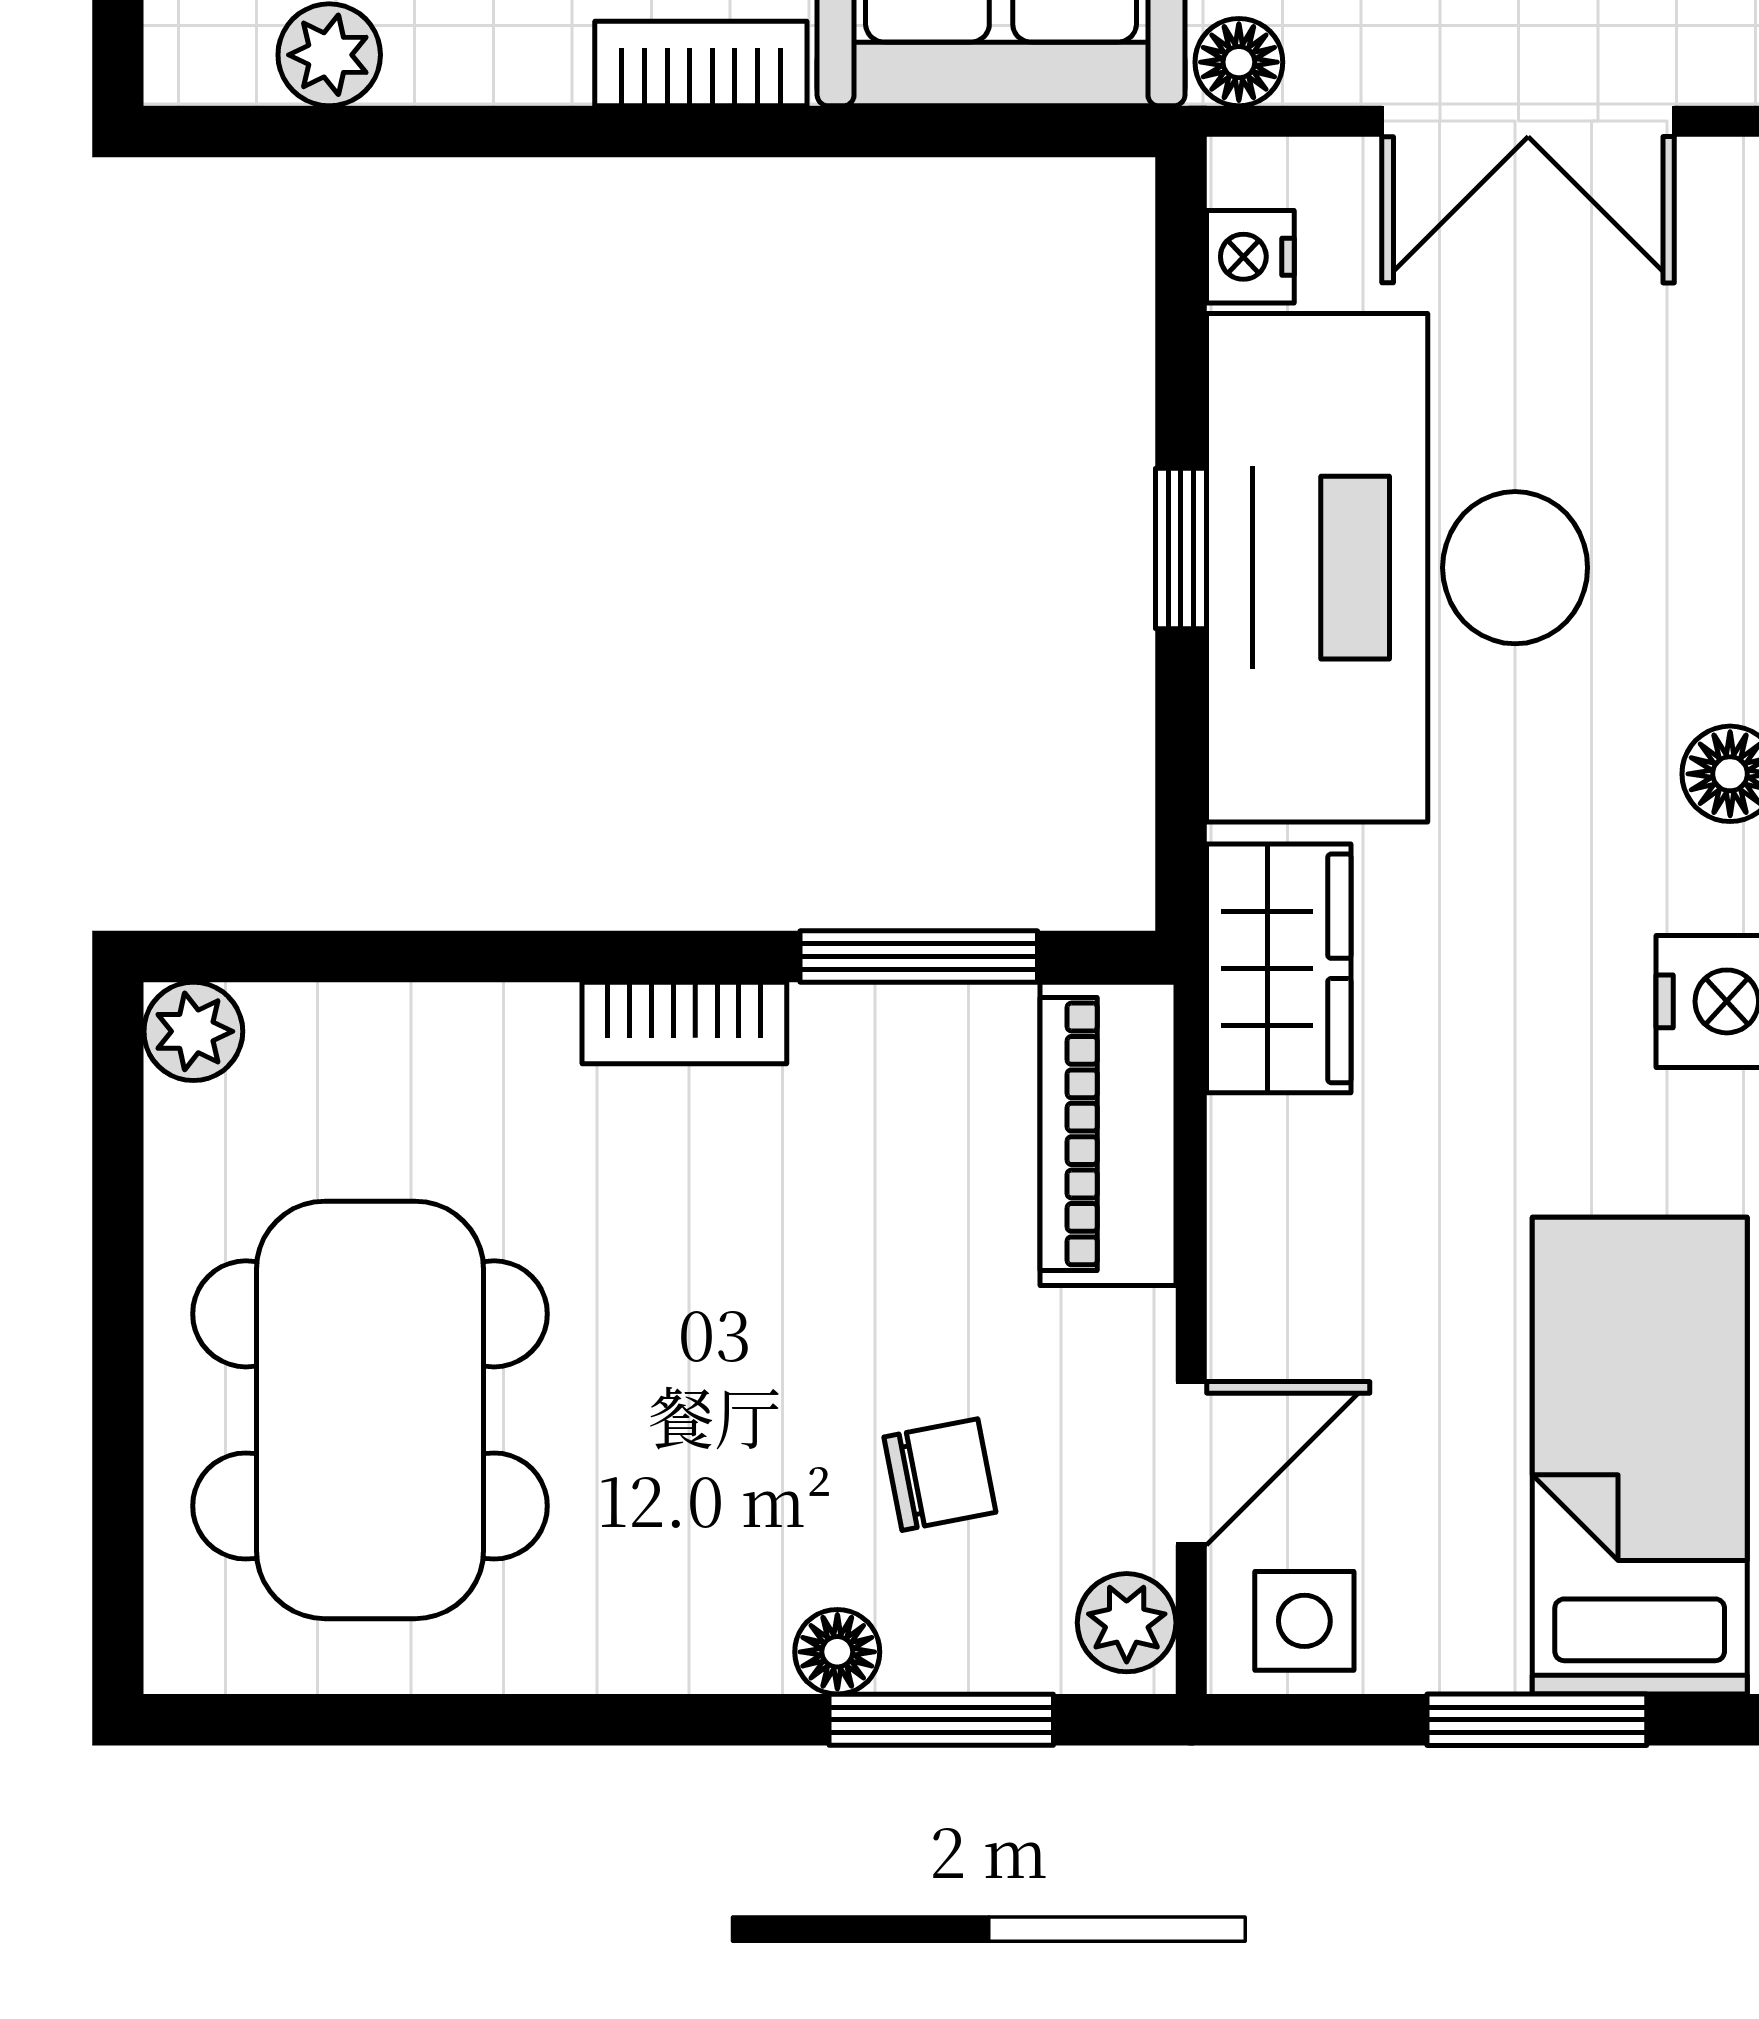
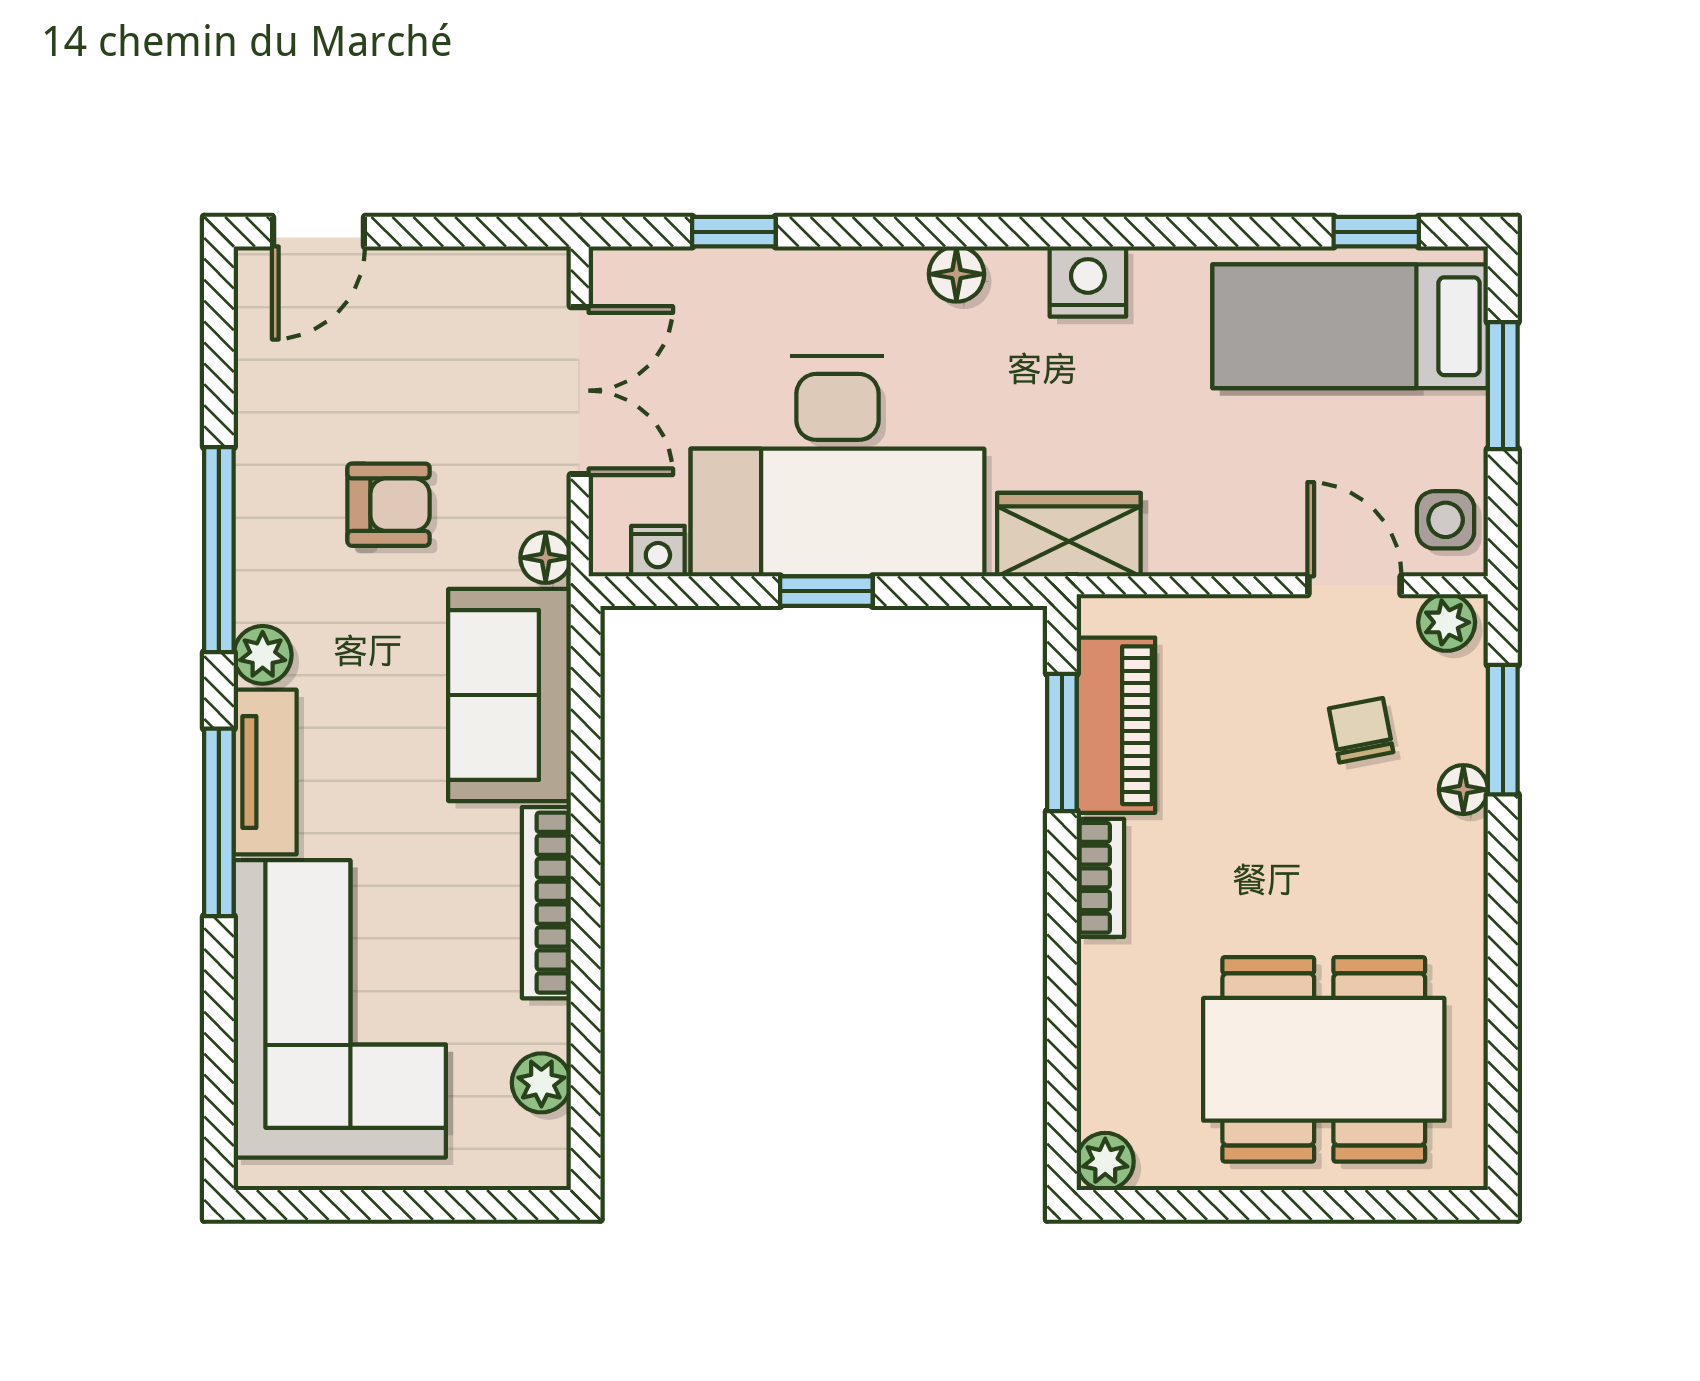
bookcase: (701, 64) -> (546, 903), width x1.56
piano: (1108, 1134) -> (1116, 725), moved, turned -90

